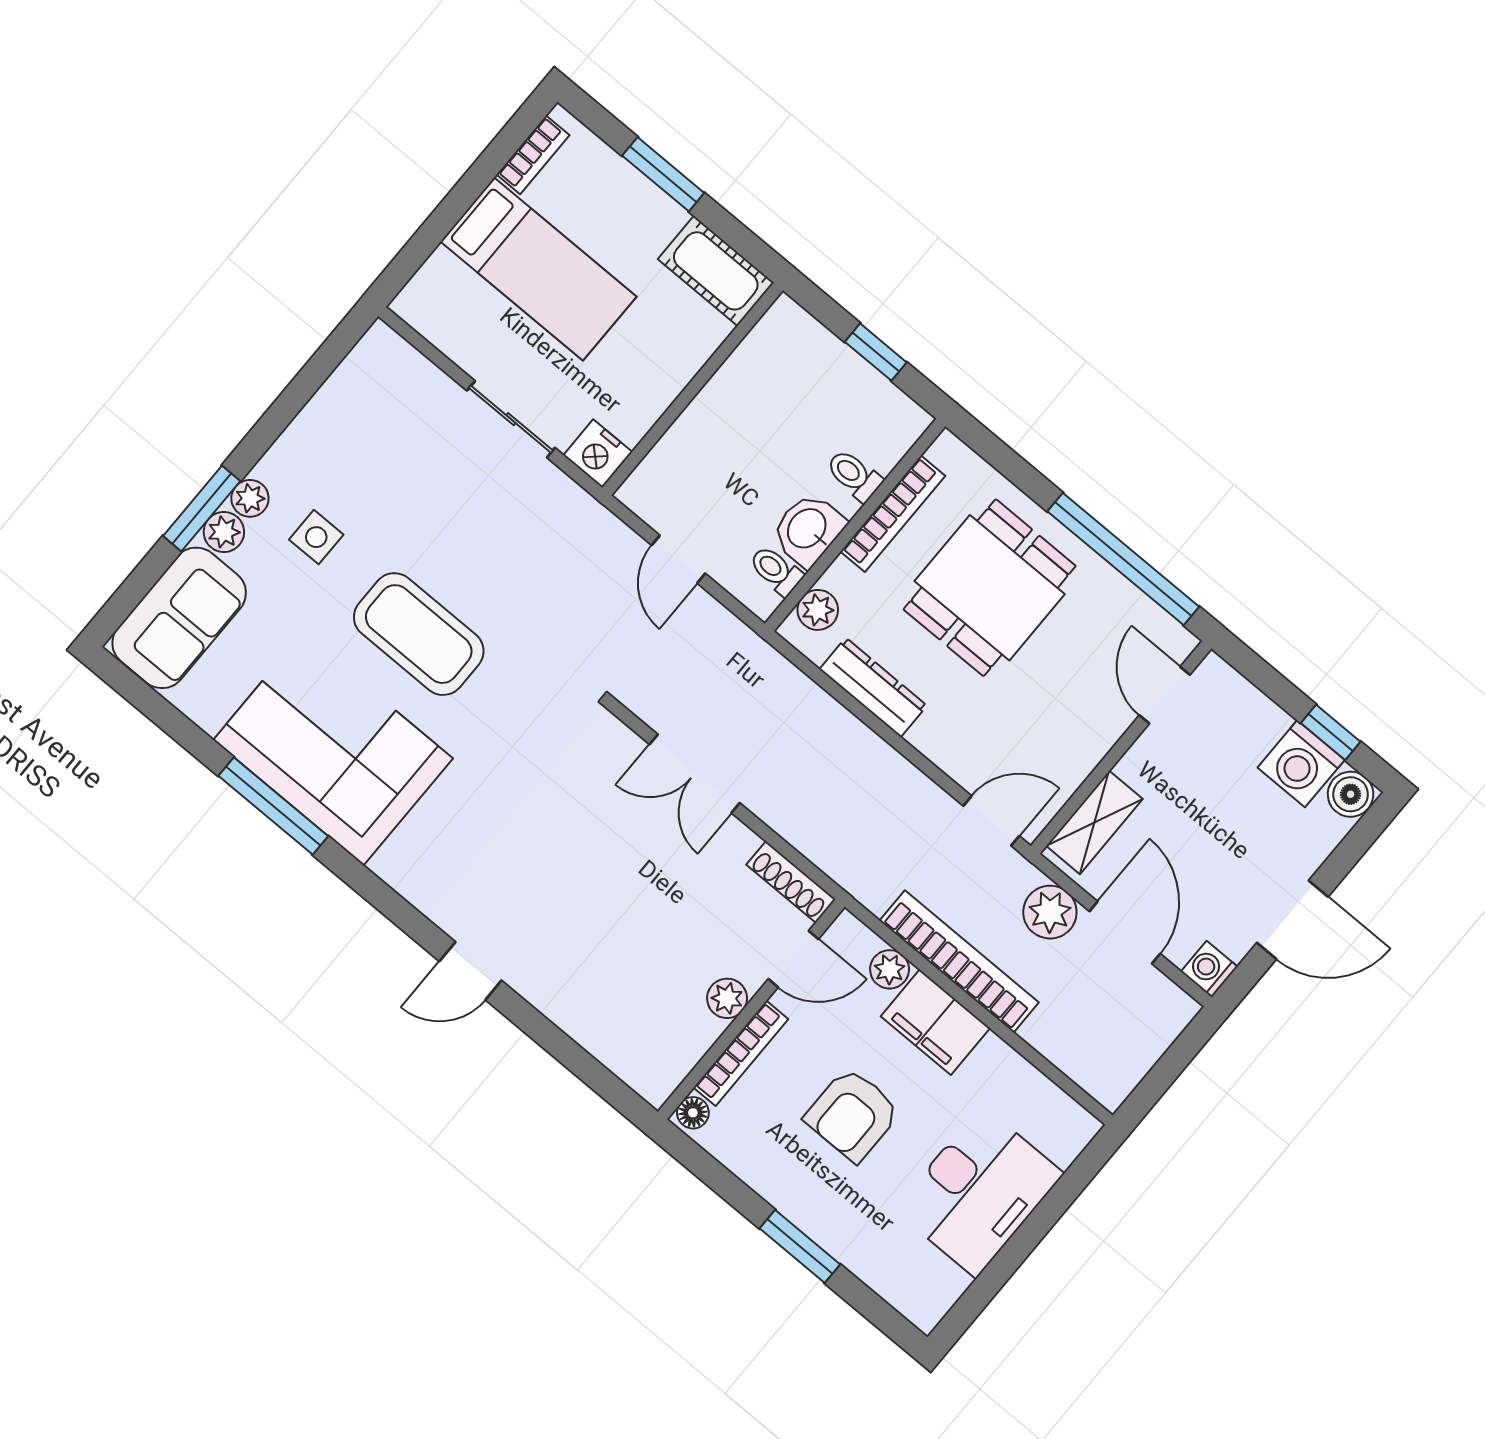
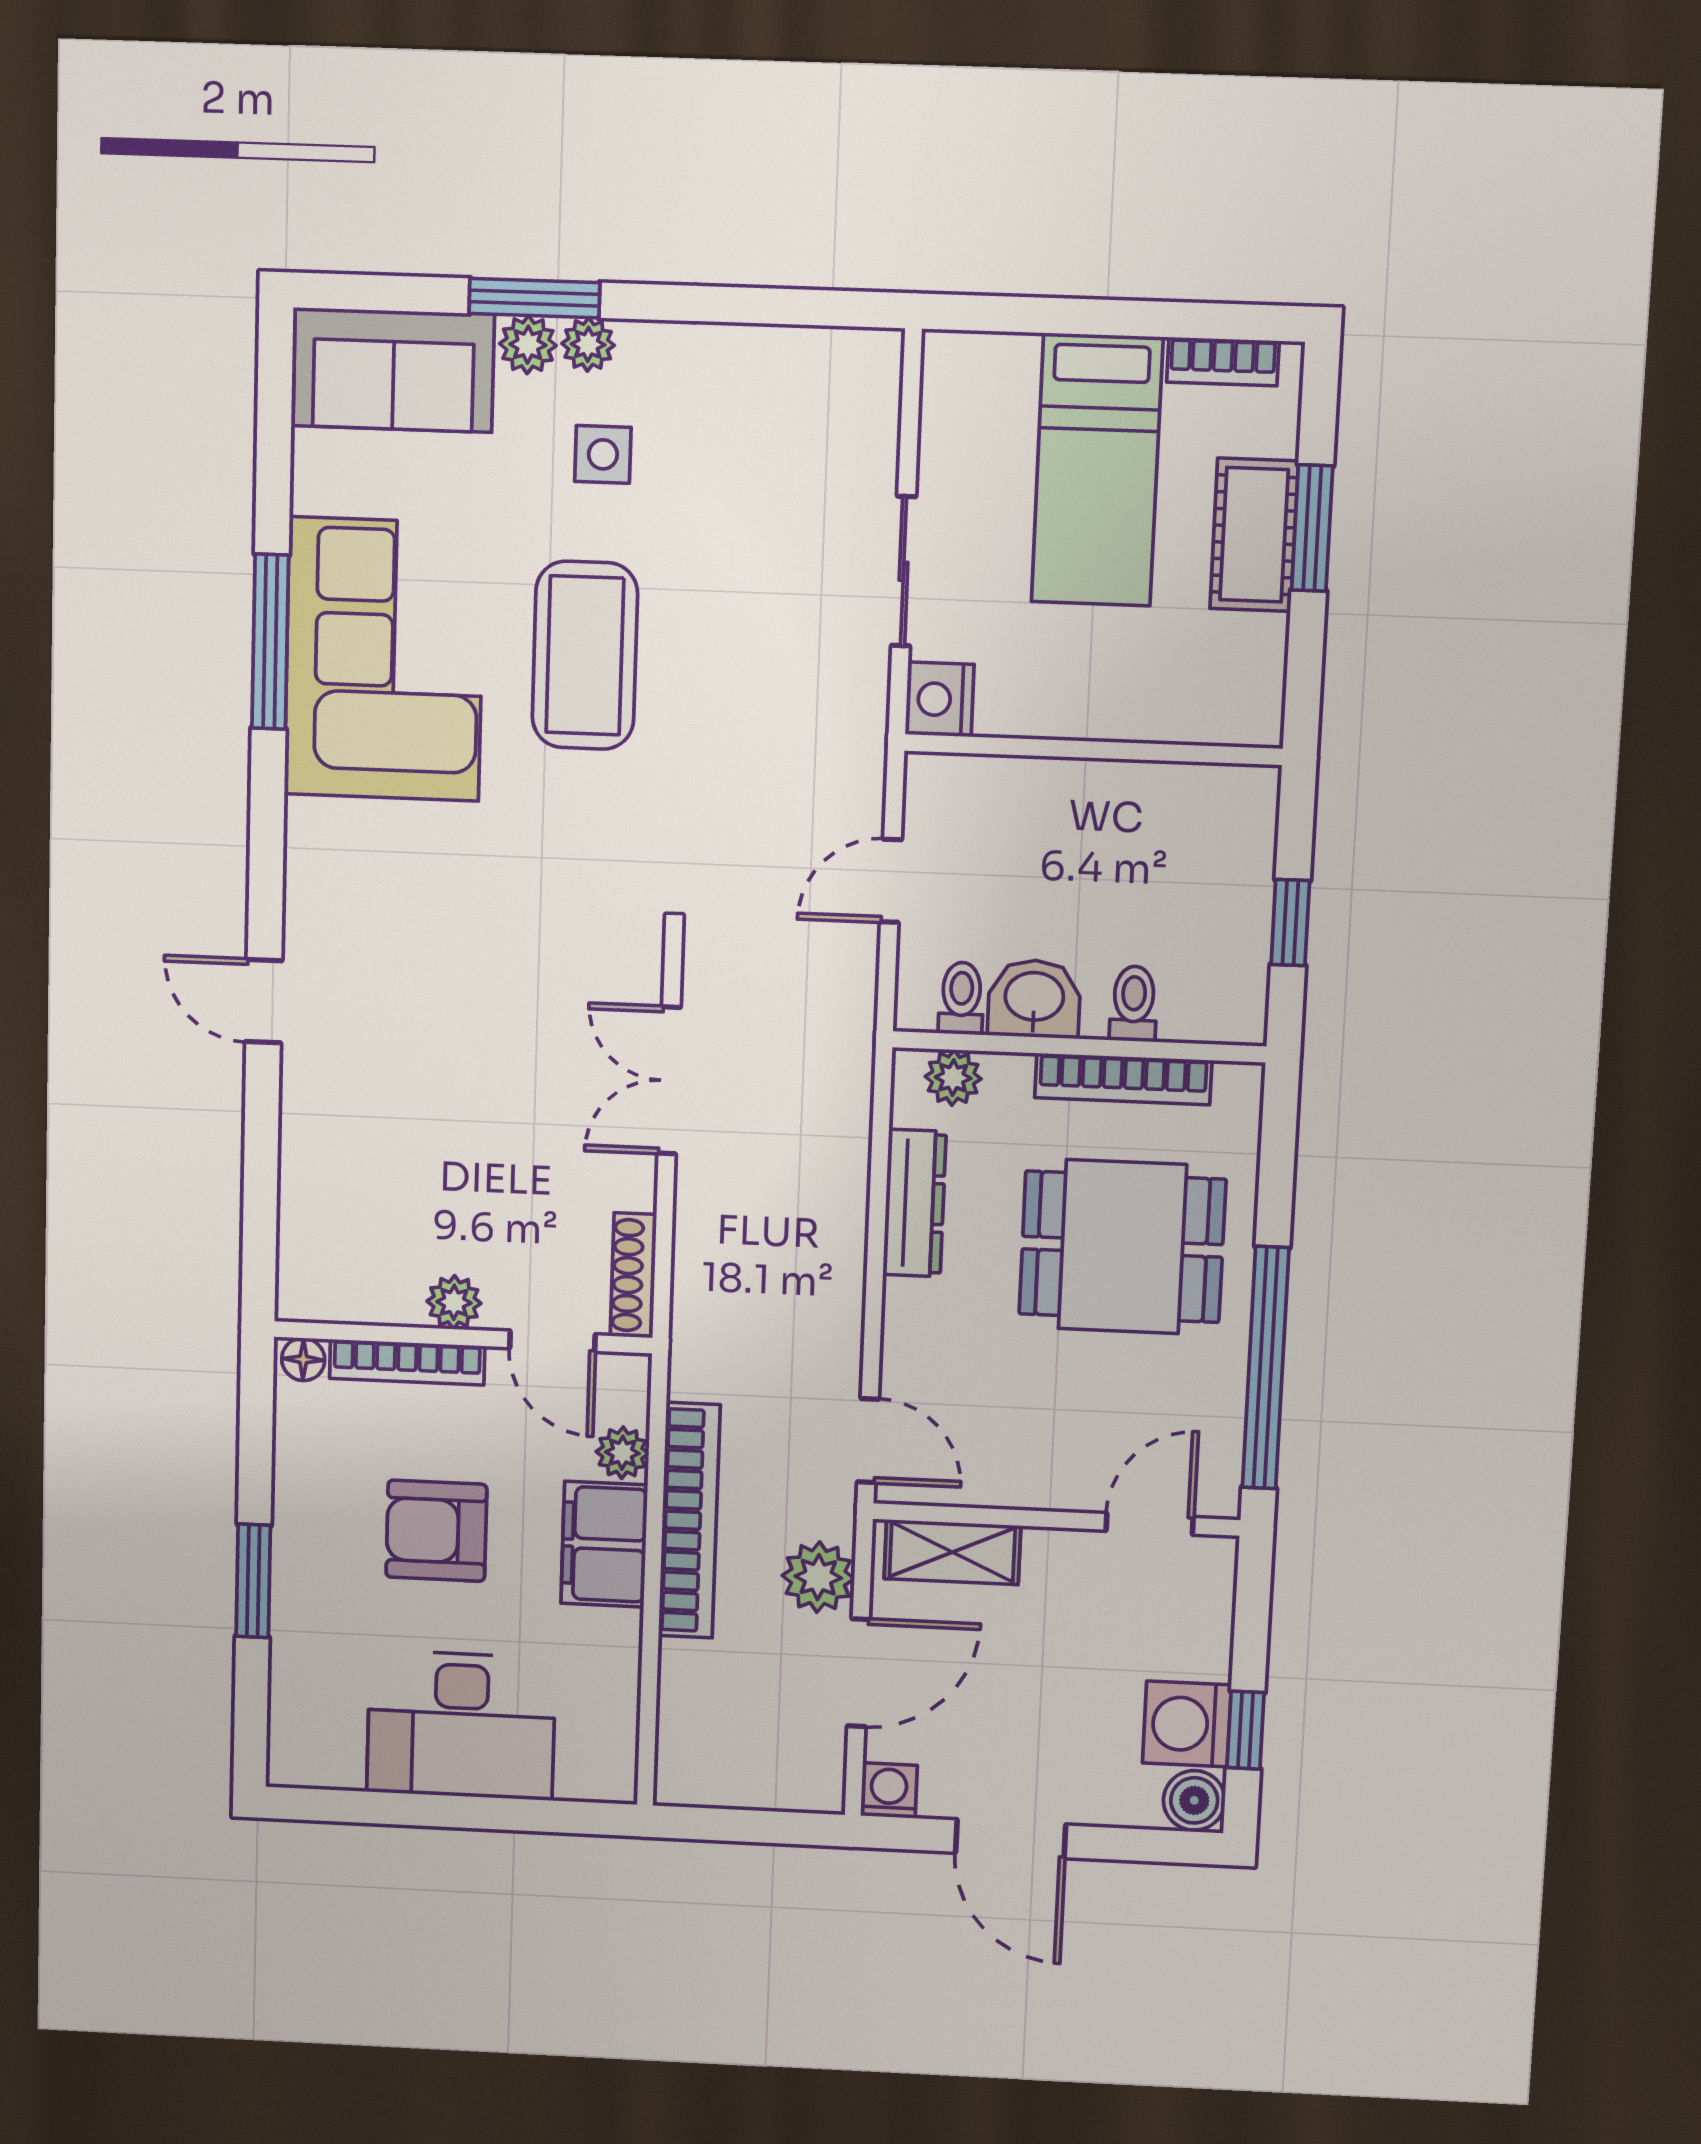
cot: (716, 271) -> (1254, 535), moved

